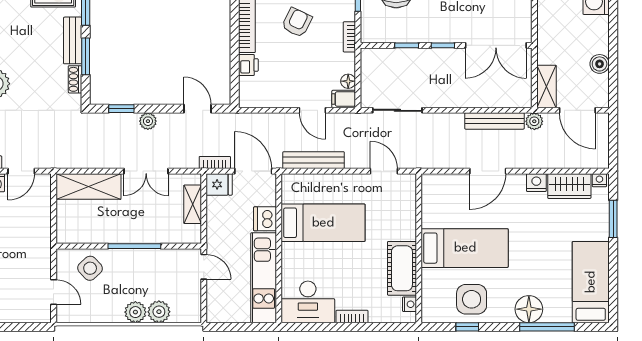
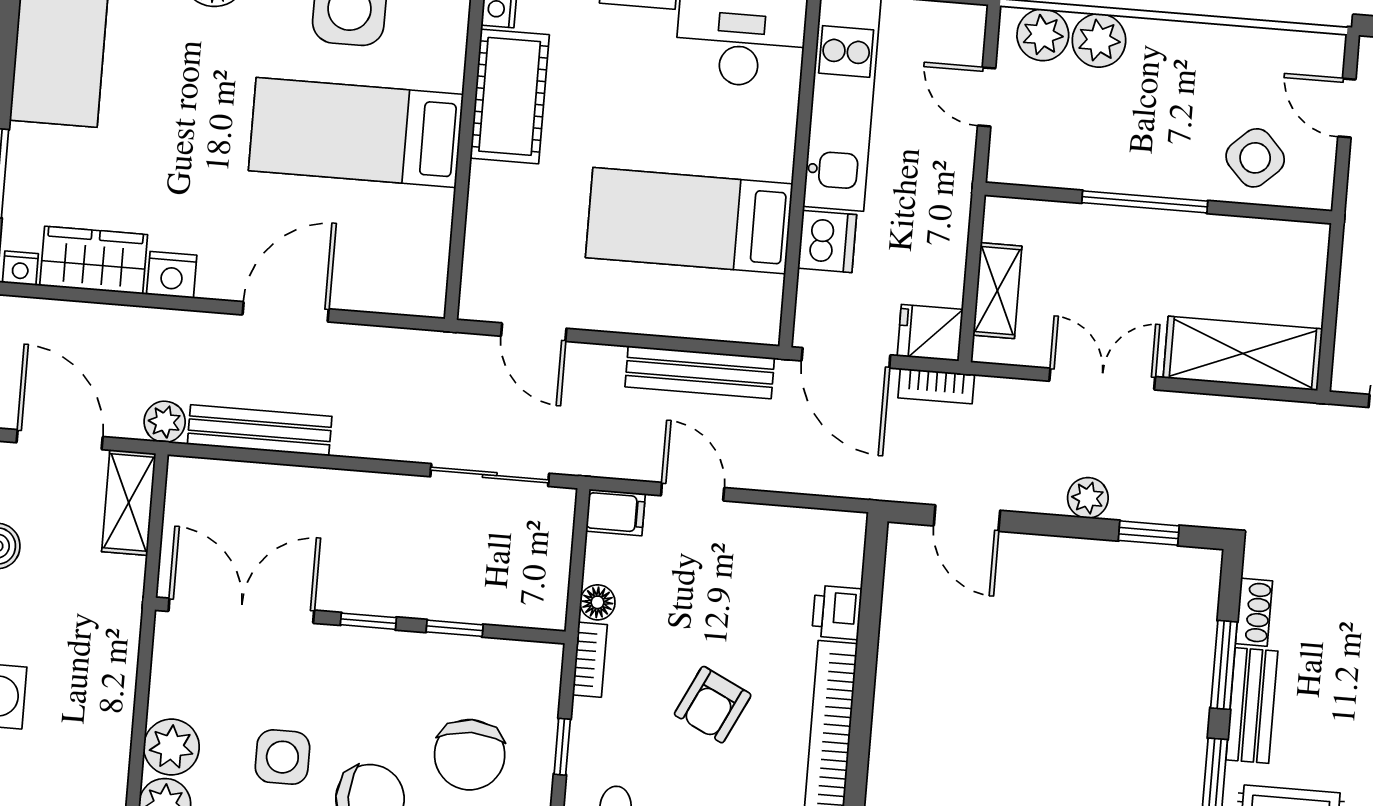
floor lamp: (348, 81) -> (597, 602), moved
door: (204, 267) -> (987, 97), moved
plant: (135, 312) -> (1043, 35), moved

